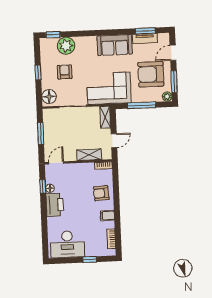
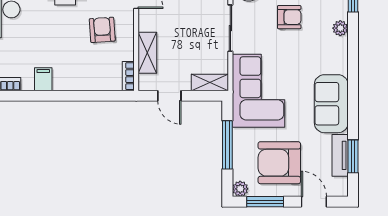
plant: (66, 46) -> (340, 28), width x0.53, depth x0.53
armchair: (151, 74) -> (279, 163), turned -90
armchair: (101, 193) -> (102, 30), moved

